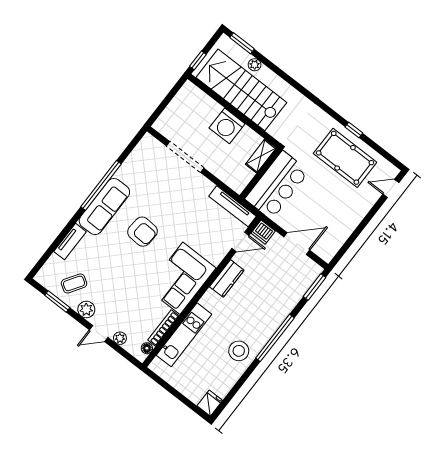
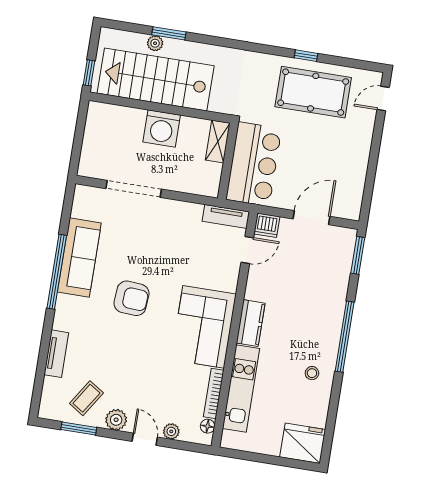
window: (242, 43) -> (169, 33), moved
sofa: (104, 206) -> (79, 257), moved
tv unit: (233, 206) -> (226, 216), width x0.71
kitchen counter: (227, 278) -> (251, 323), moved
door: (99, 334) -> (145, 439), swing flipped
stool: (239, 351) -> (312, 373), width x0.53, depth x0.53
fridge: (210, 403) -> (303, 443), width x1.88, depth x1.34

